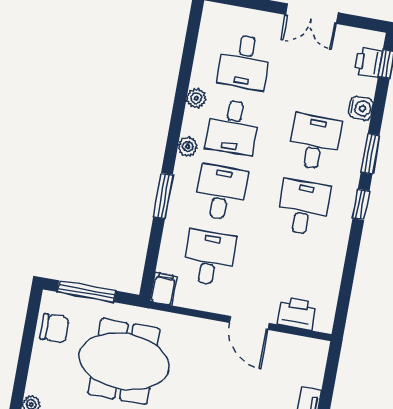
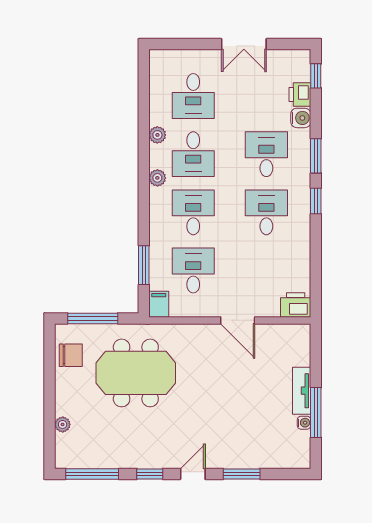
printer: (368, 62) -> (300, 95), moved
window: (163, 196) -> (144, 265), moved
printer: (297, 314) -> (296, 305), moved

